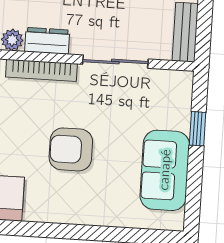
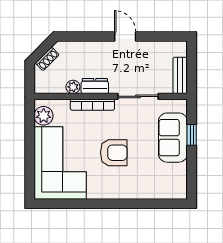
armchair: (71, 149) -> (114, 153), turned 180
sofa: (165, 170) -> (173, 138), moved

